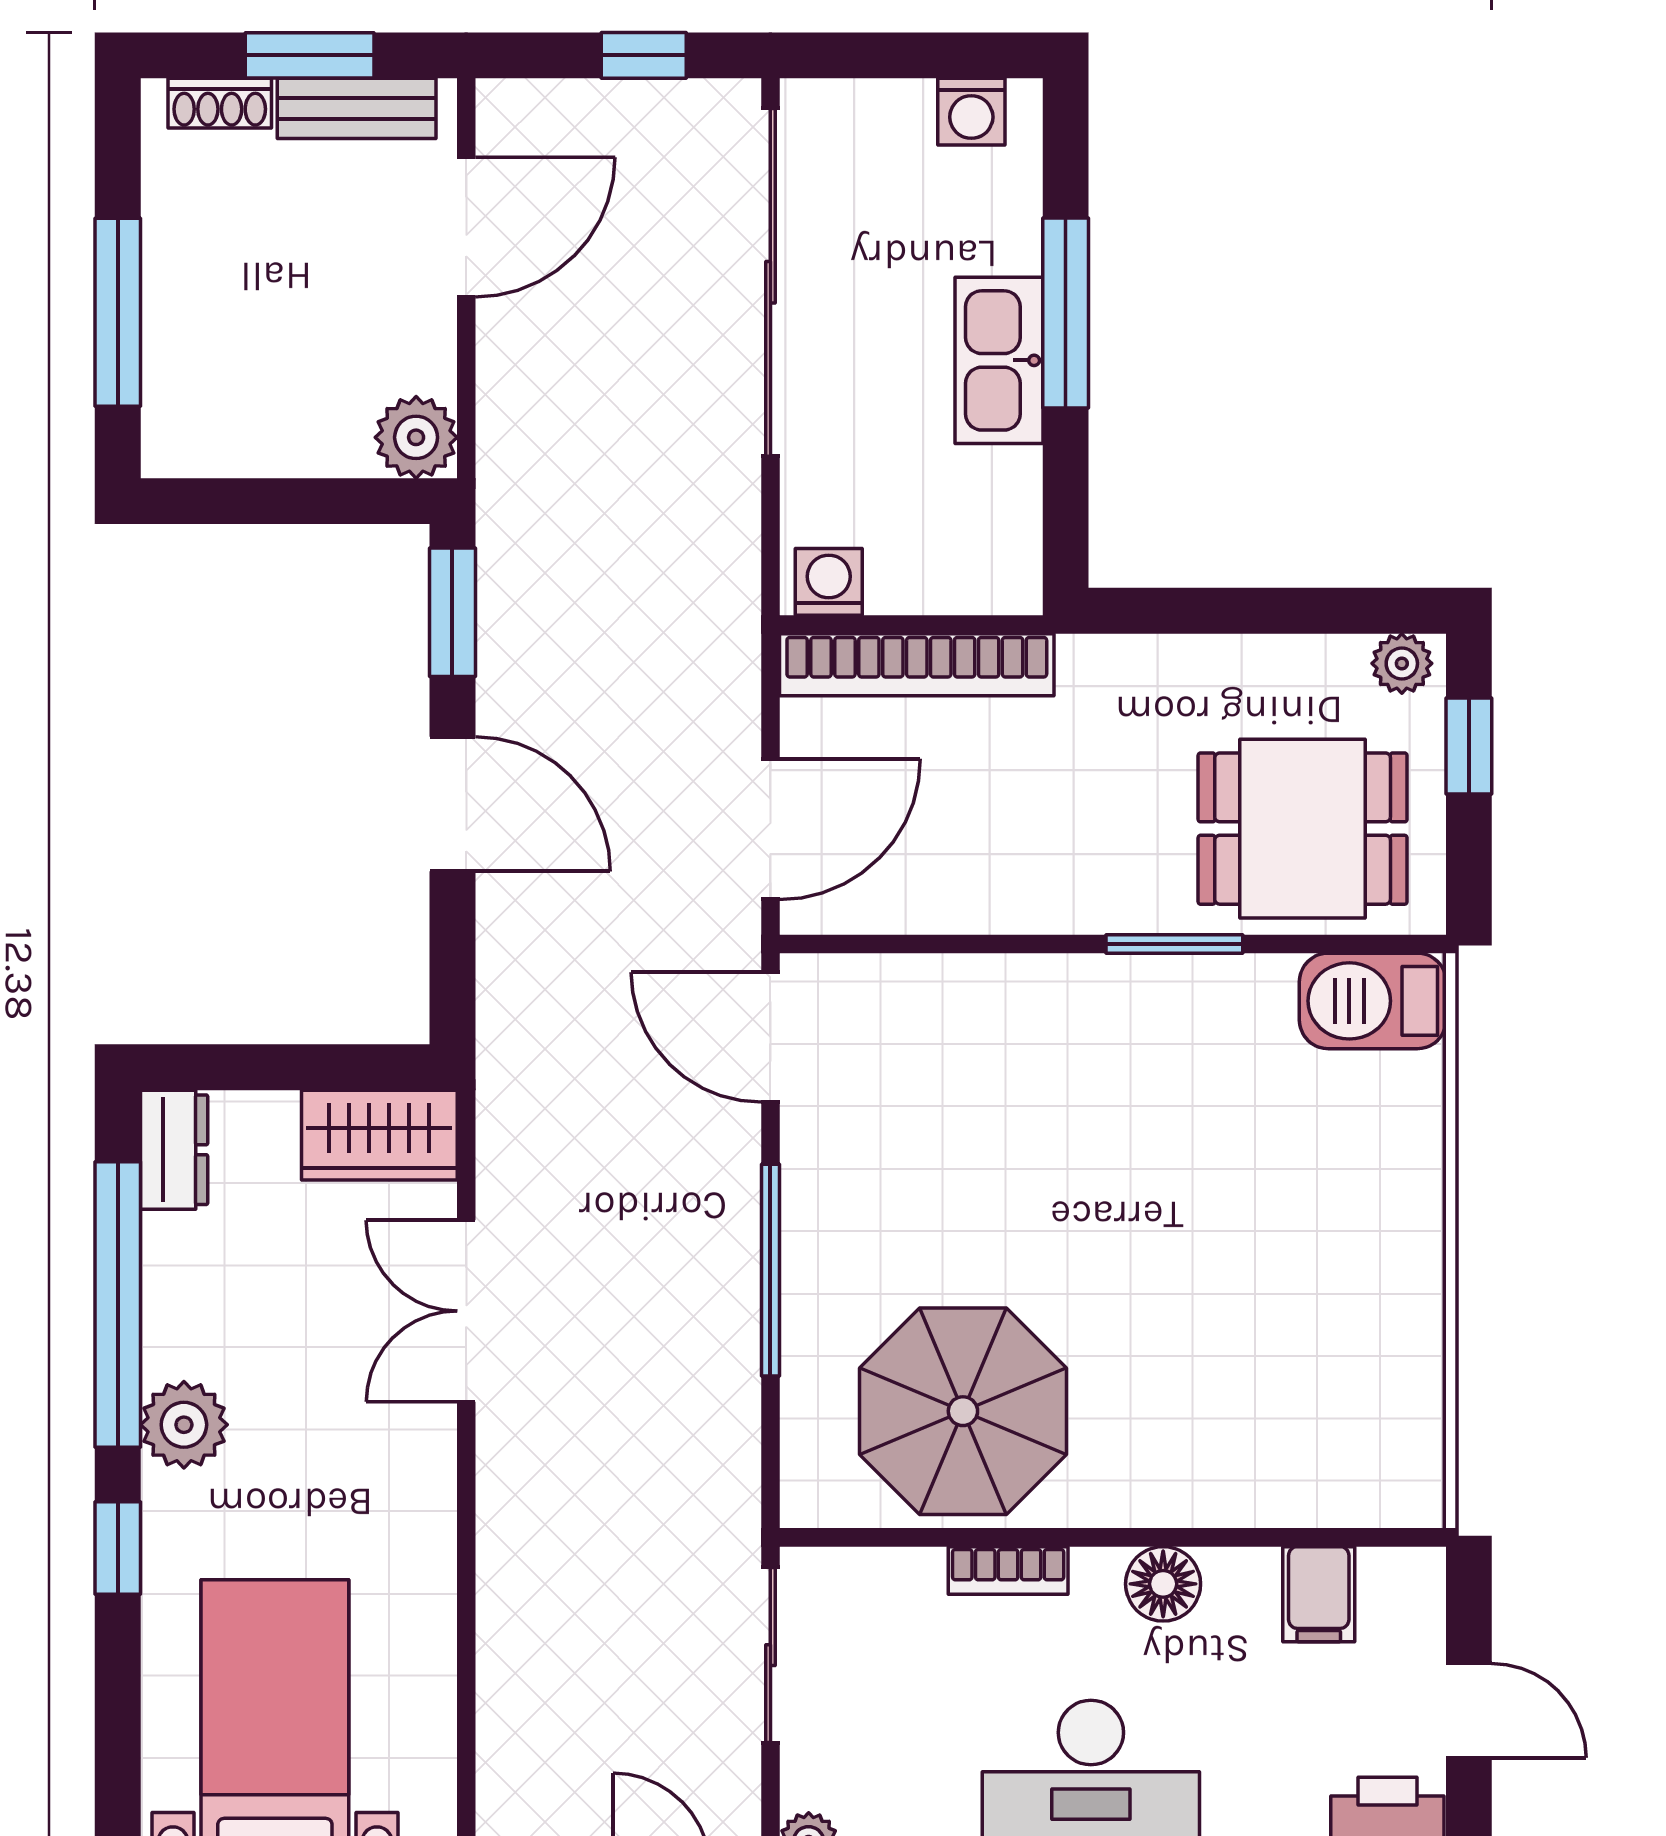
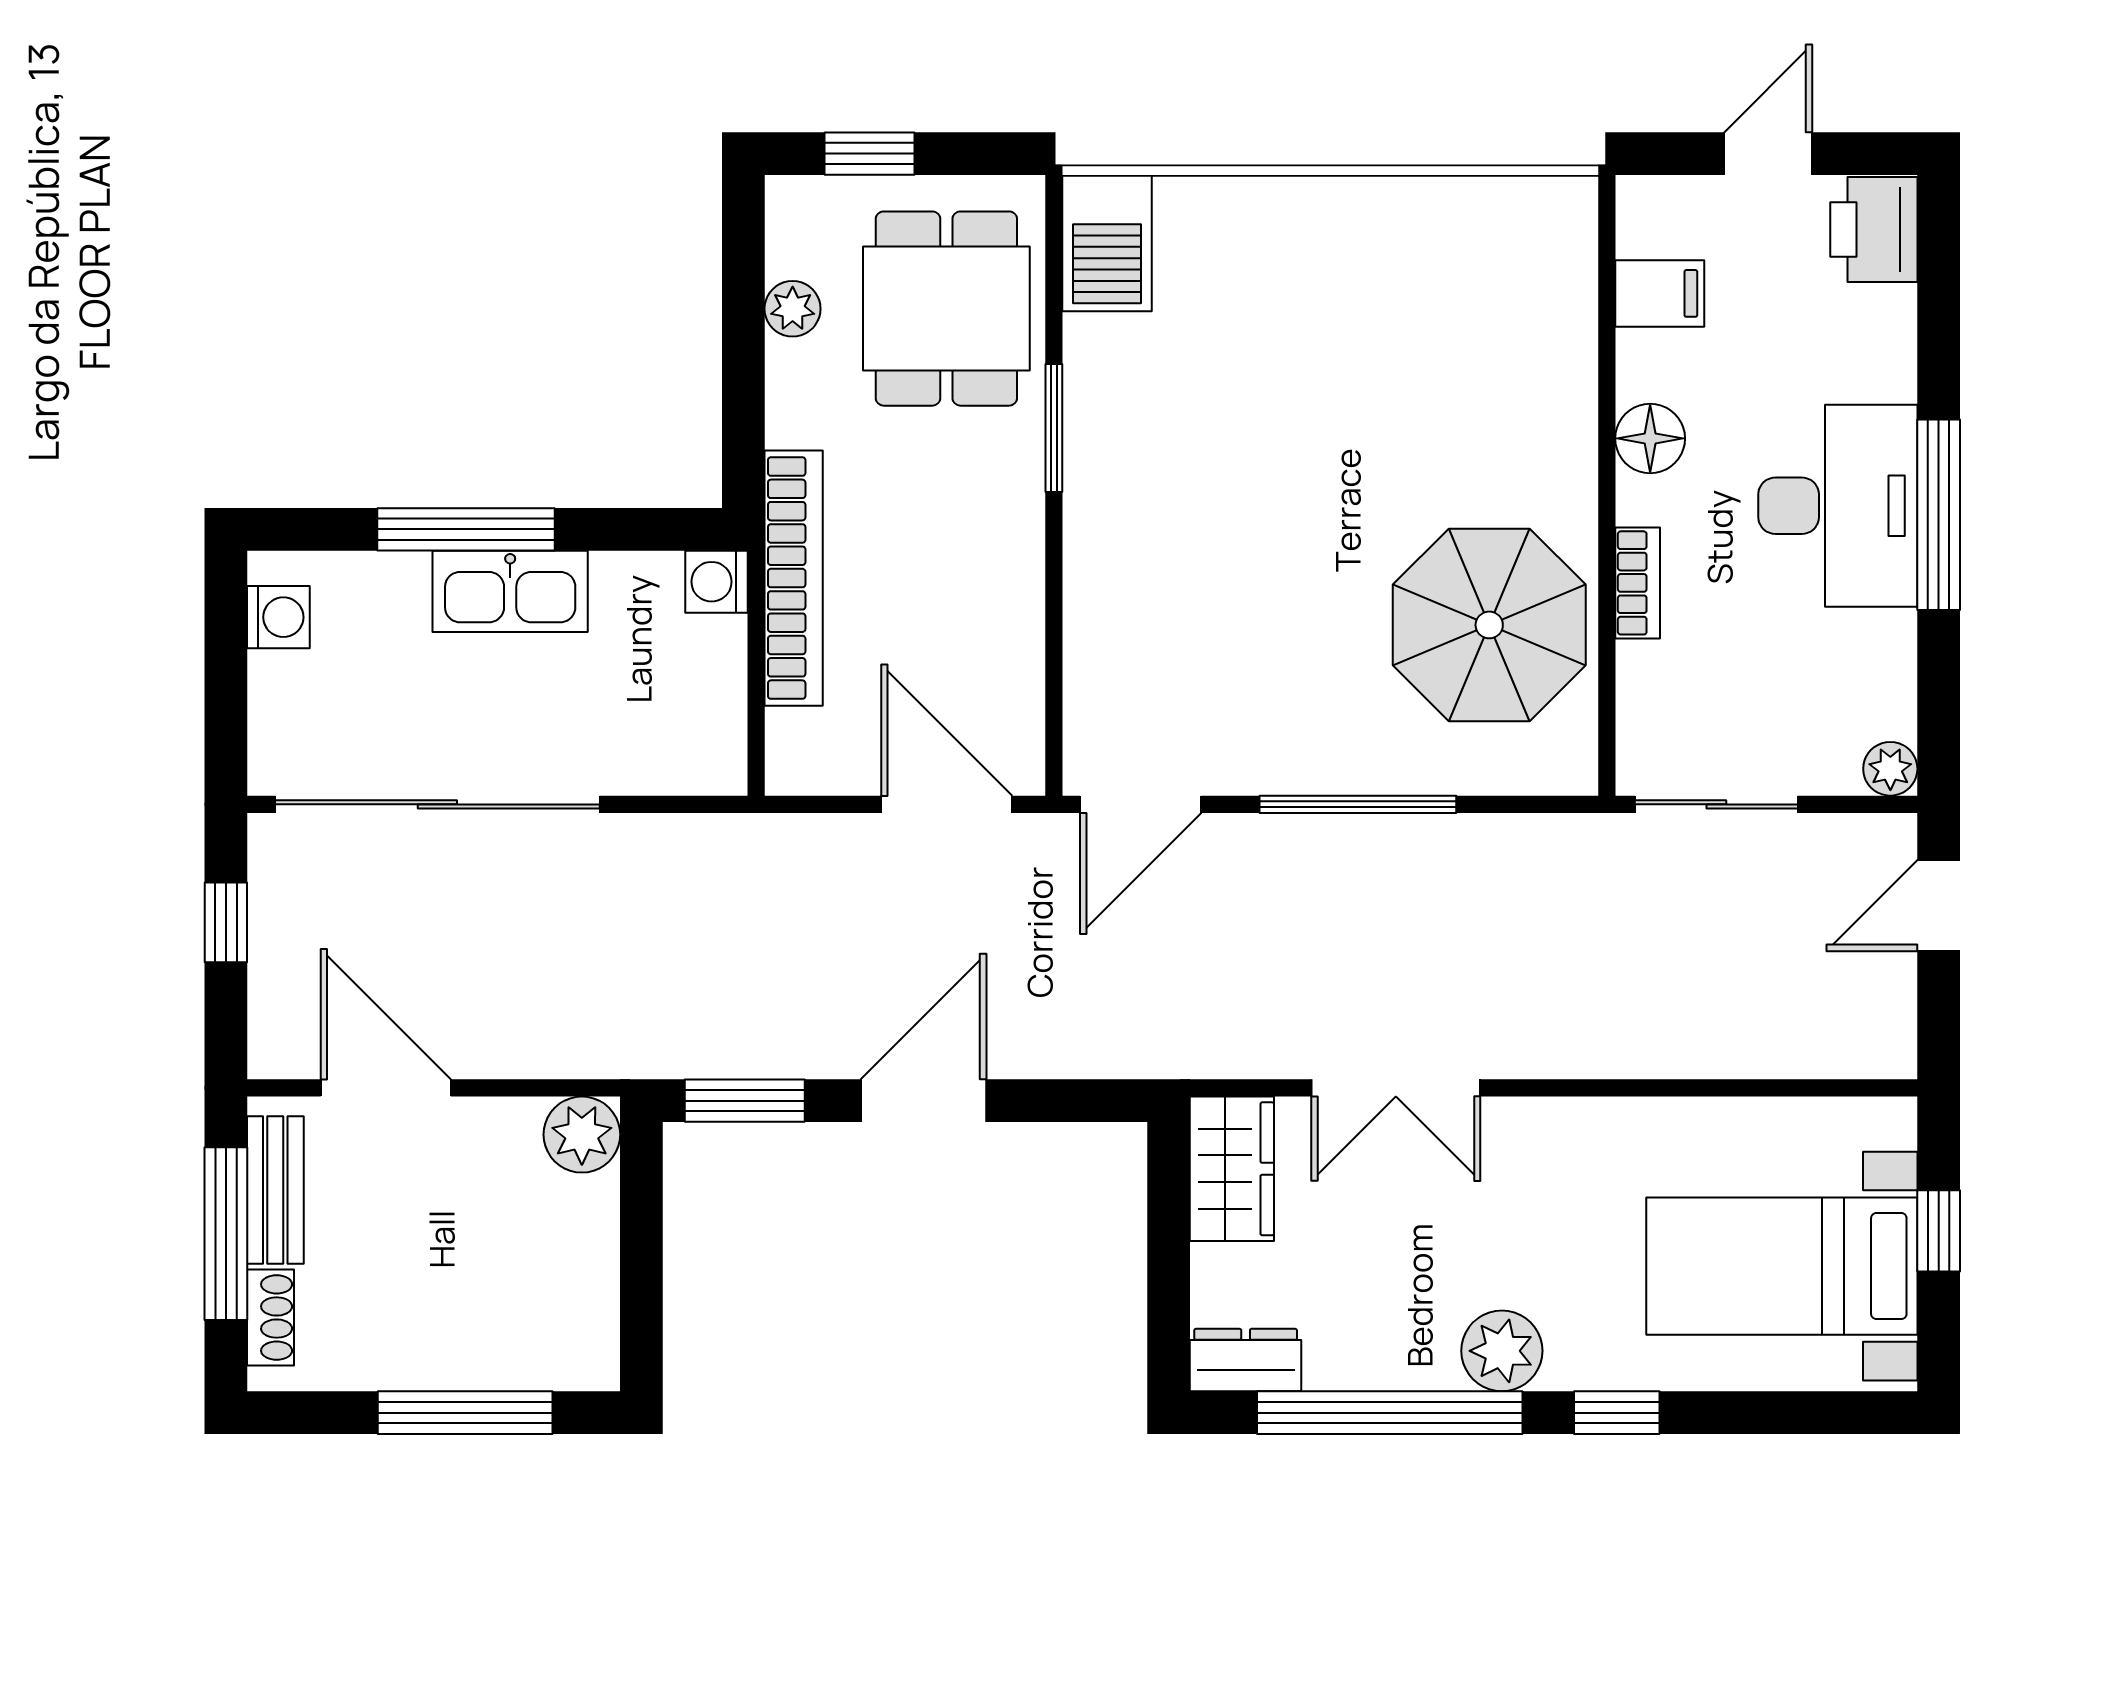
window: (310, 55) -> (226, 1234), width x1.44
washing machine: (829, 582) -> (716, 582), moved
plant: (1402, 663) -> (793, 309), moved
bookcase: (917, 665) -> (794, 578), moved

